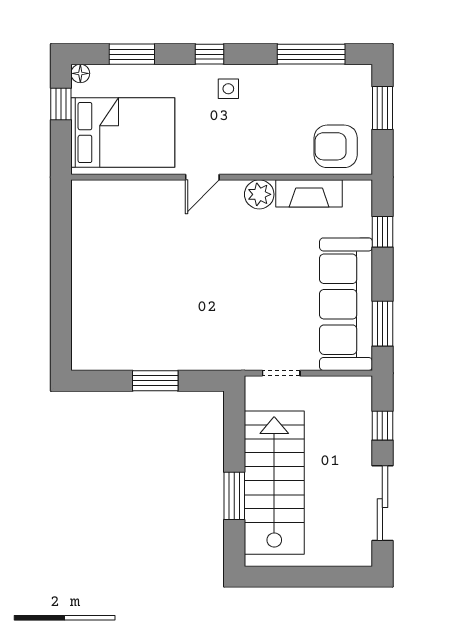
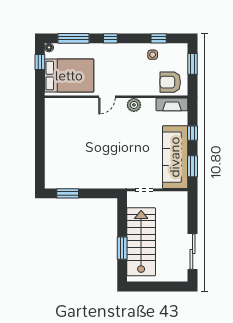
window: (132, 54) -> (73, 38), width x1.44
window: (311, 54) -> (159, 38), width x0.46
side table: (228, 89) -> (153, 55), moved
fireplace: (309, 193) -> (172, 104), moved
window: (382, 232) -> (193, 133), moved
window: (155, 381) -> (68, 193), moved
window: (382, 426) -> (193, 215), removed

